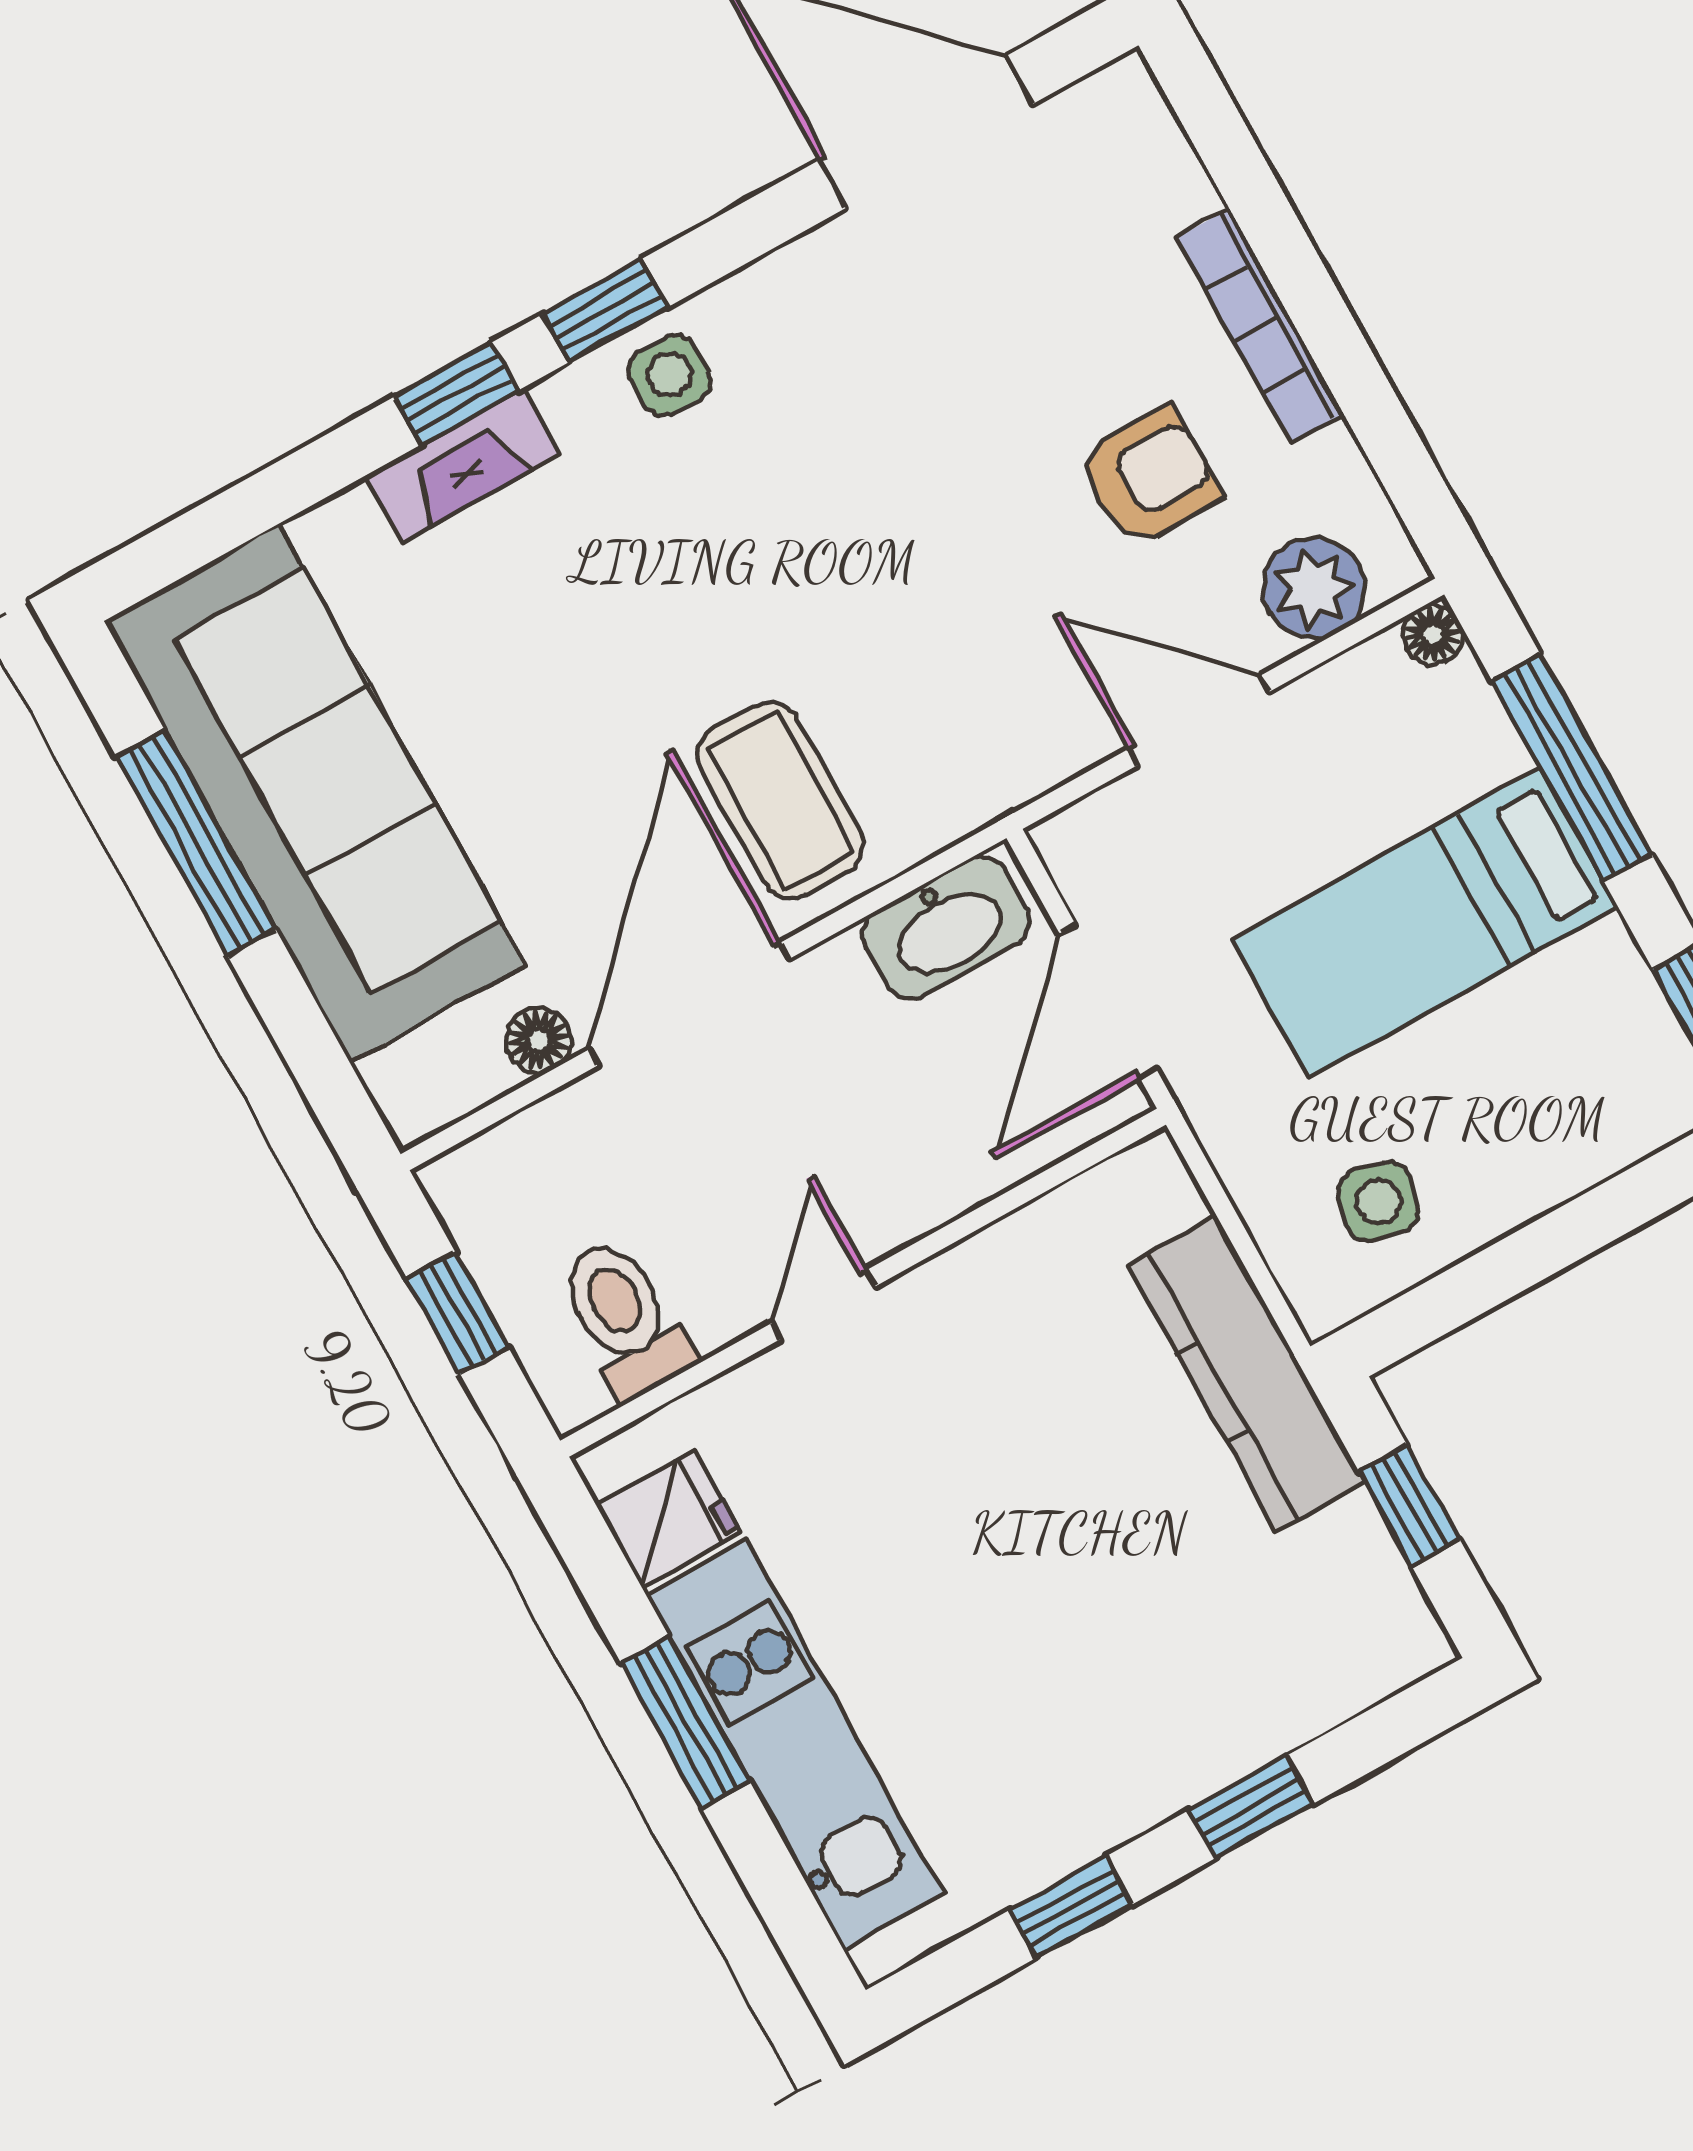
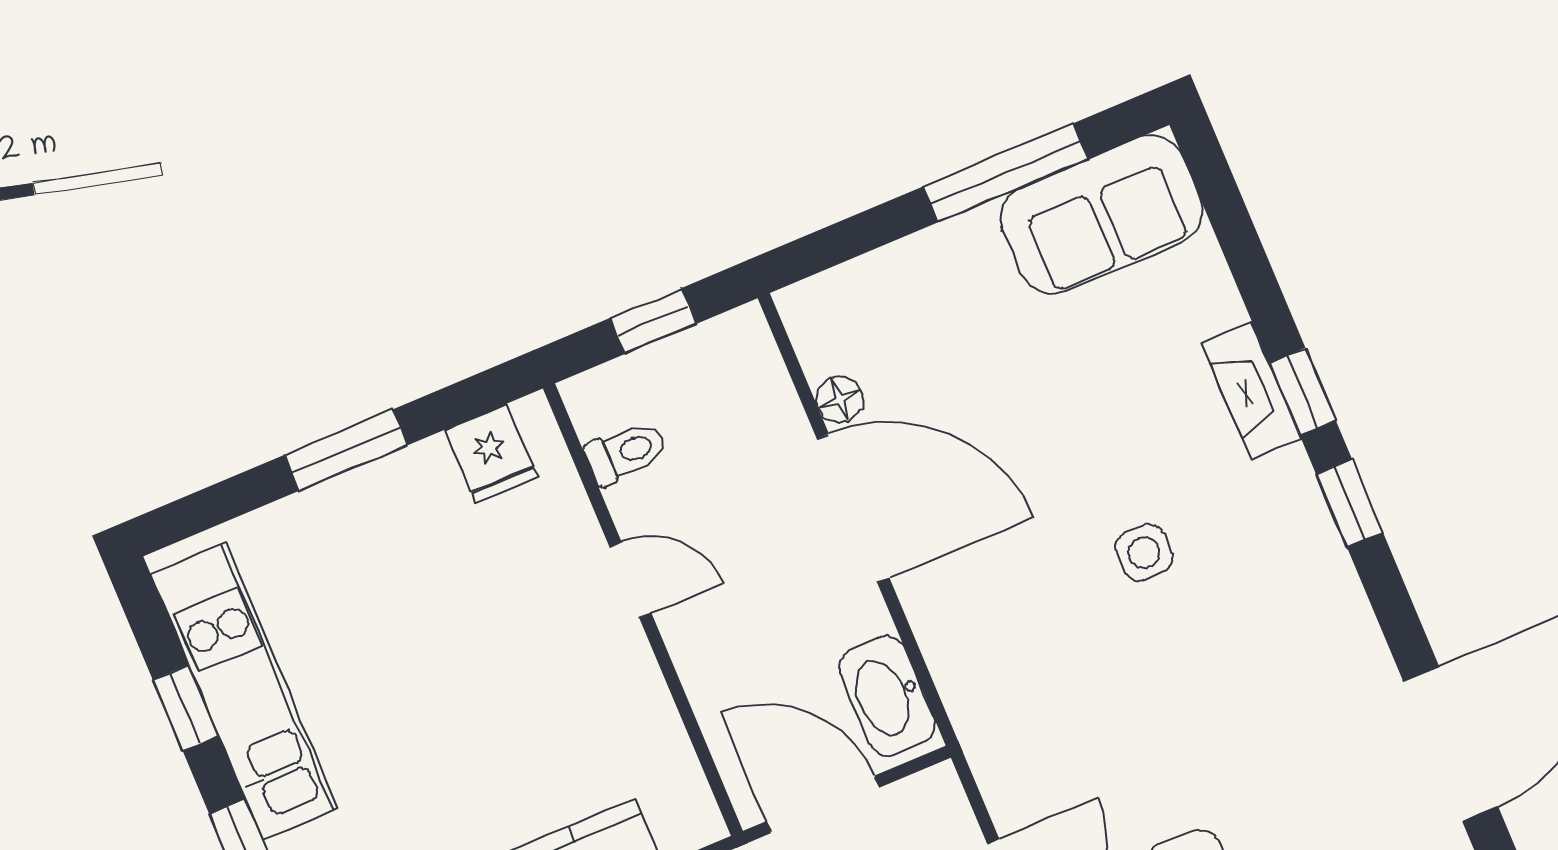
side table: (669, 375) -> (1144, 553), moved
sofa: (315, 793) -> (1102, 214), width x0.54, depth x0.79
coffee table: (780, 800) -> (990, 589), removed
toilet: (625, 1318) -> (626, 452), width x0.73, depth x0.72
kitchen unit: (795, 1744) -> (244, 691), moved, turned -90

